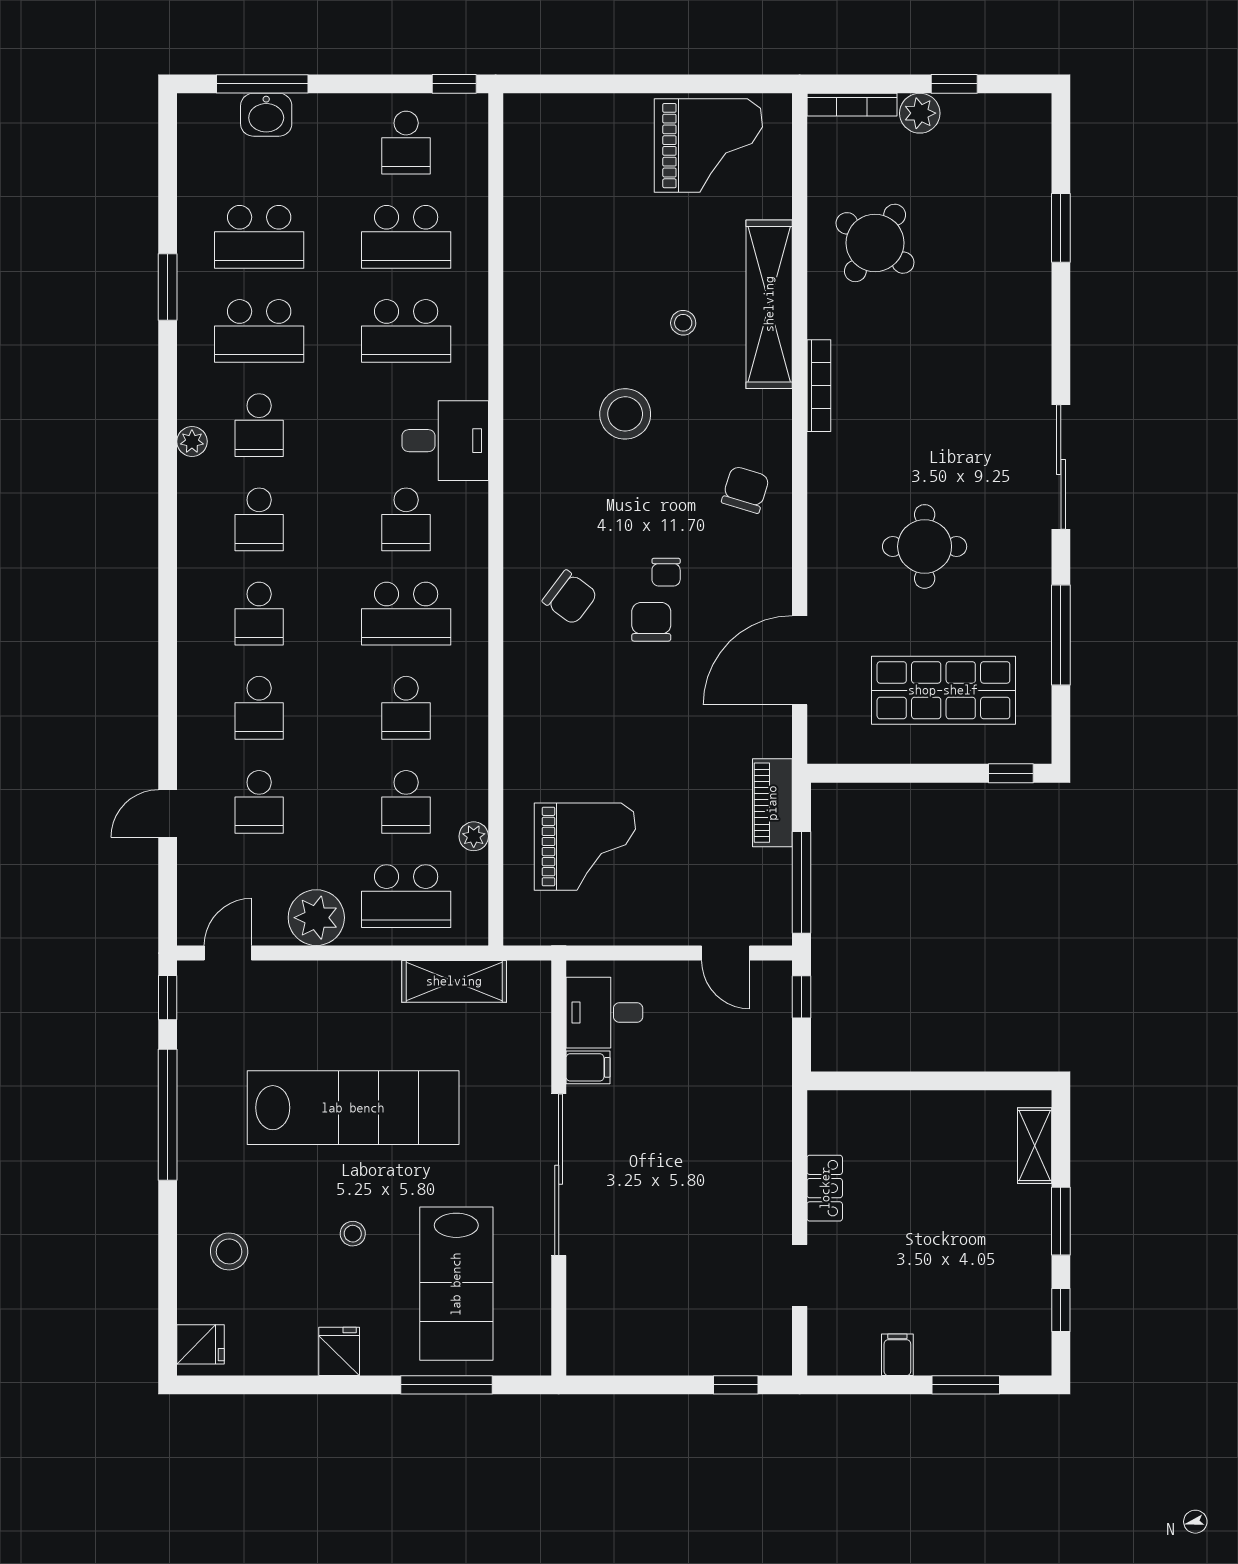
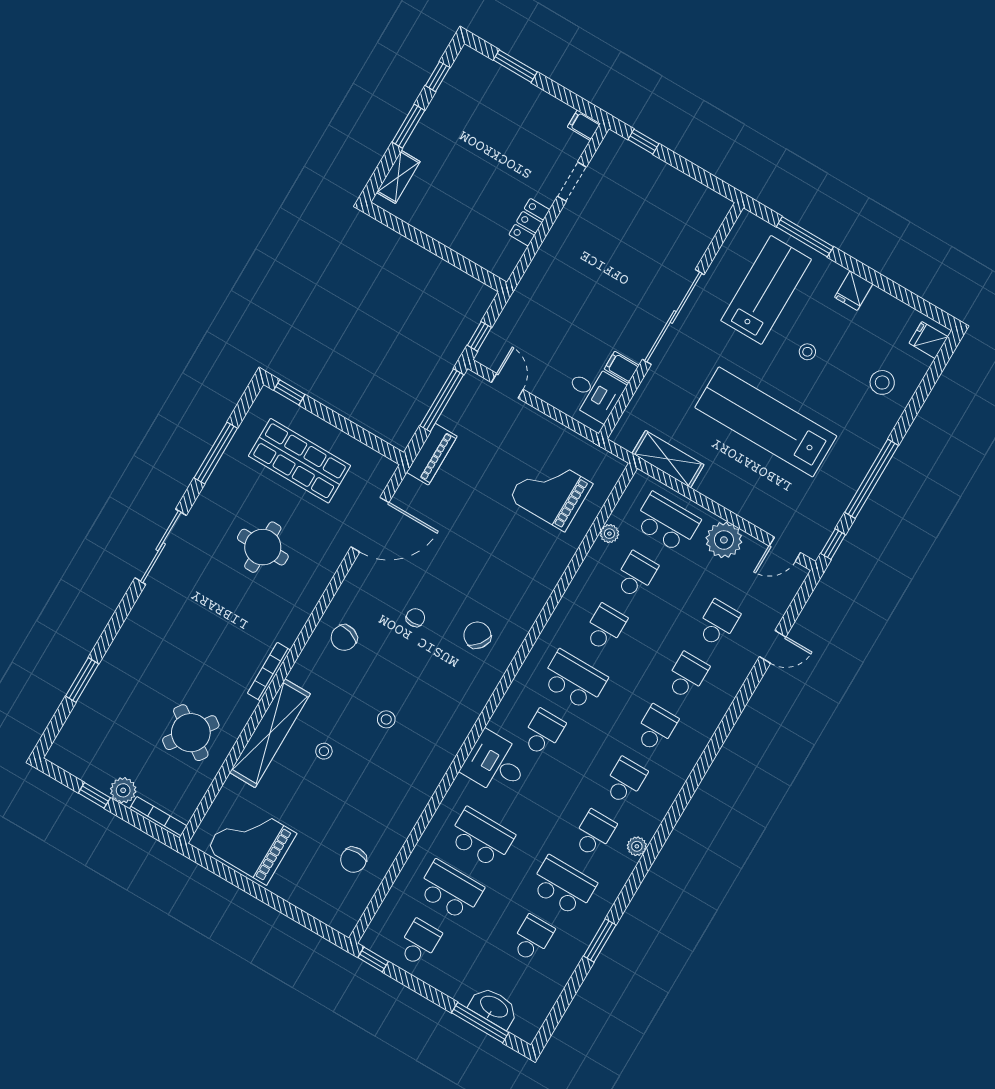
washbasin: (266, 115) -> (494, 1007), width x1.38
school desk: (259, 237) -> (532, 938), width x0.54
stool: (625, 414) -> (386, 719), width x0.53, depth x0.53
chair: (651, 622) -> (353, 860), moved
filing cabinet: (897, 1355) -> (584, 125), moved, turned 90

